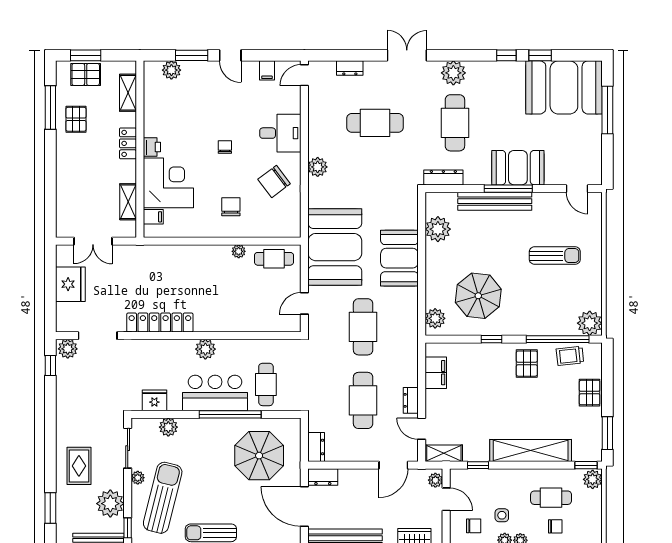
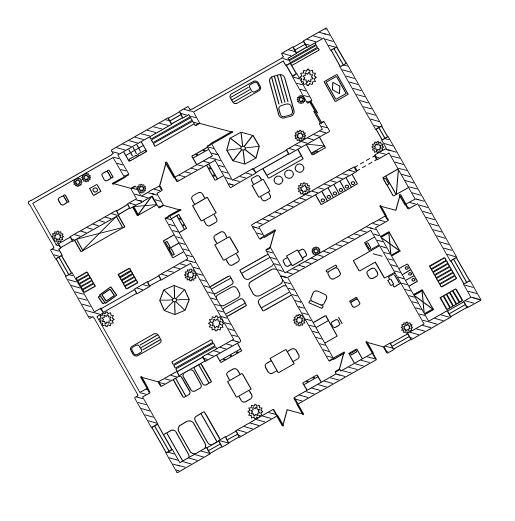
pallet: (76, 119) -> (443, 272), width x1.50, depth x1.42
cafe table: (551, 498) -> (74, 214), removed

